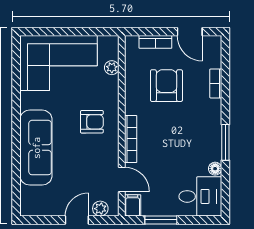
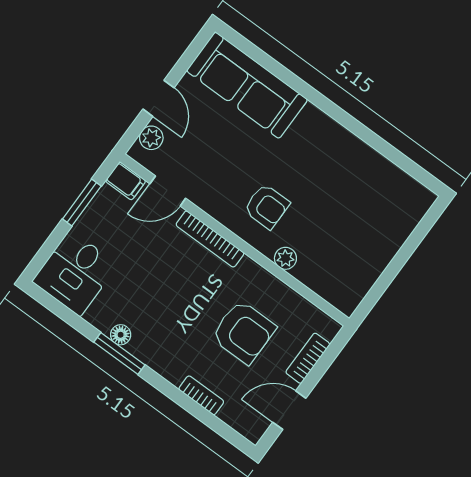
corner sofa: (59, 63) -> (370, 219), removed
plant: (112, 68) -> (285, 258), moved
armchair: (92, 122) -> (267, 206), turned -90
sofa: (36, 148) -> (247, 85), moved
floor lamp: (215, 169) -> (121, 335), moved

